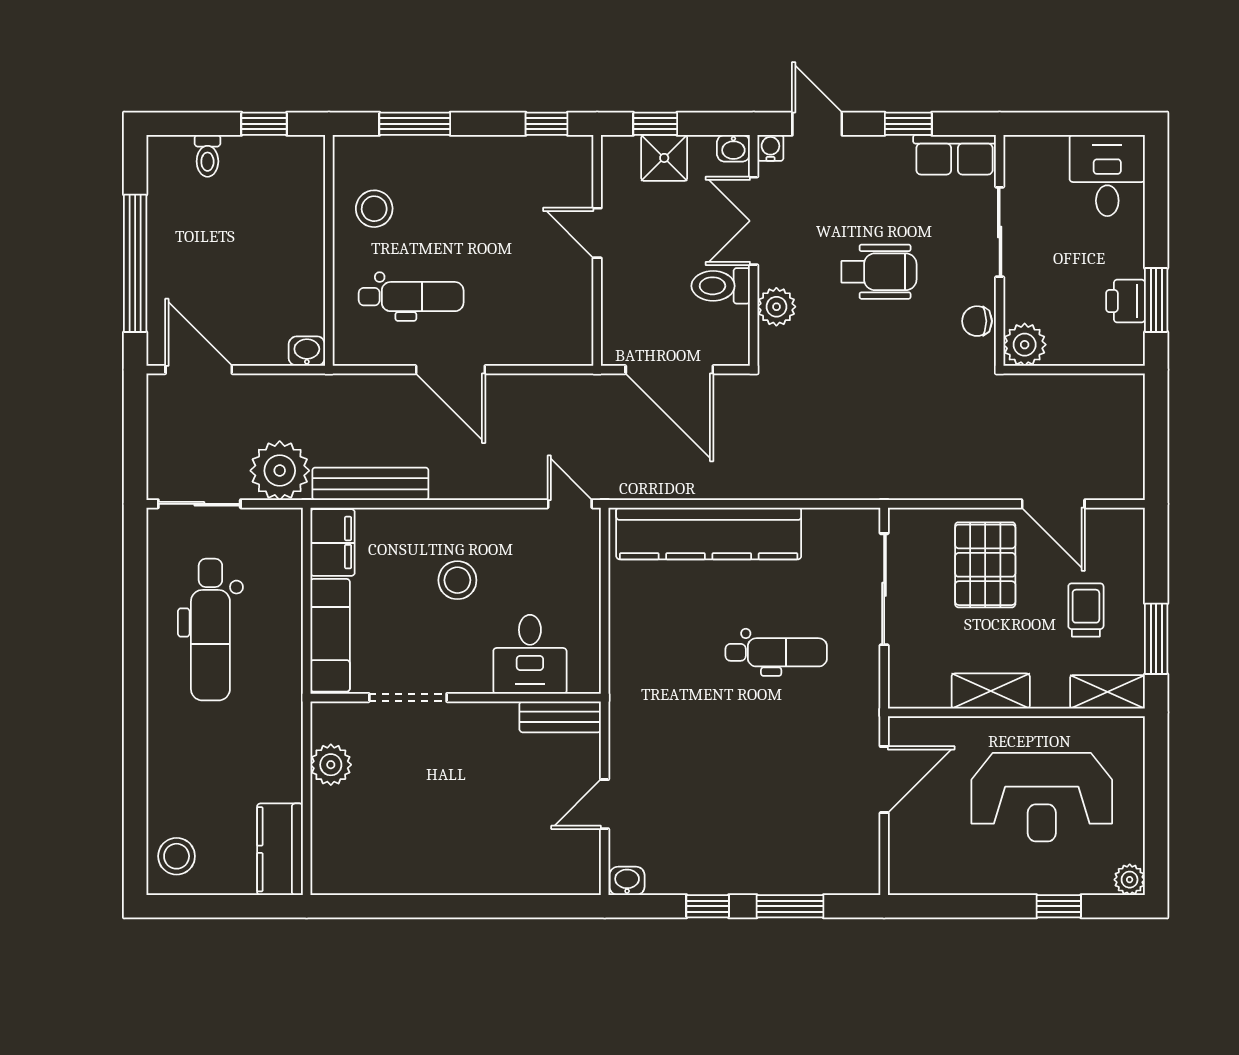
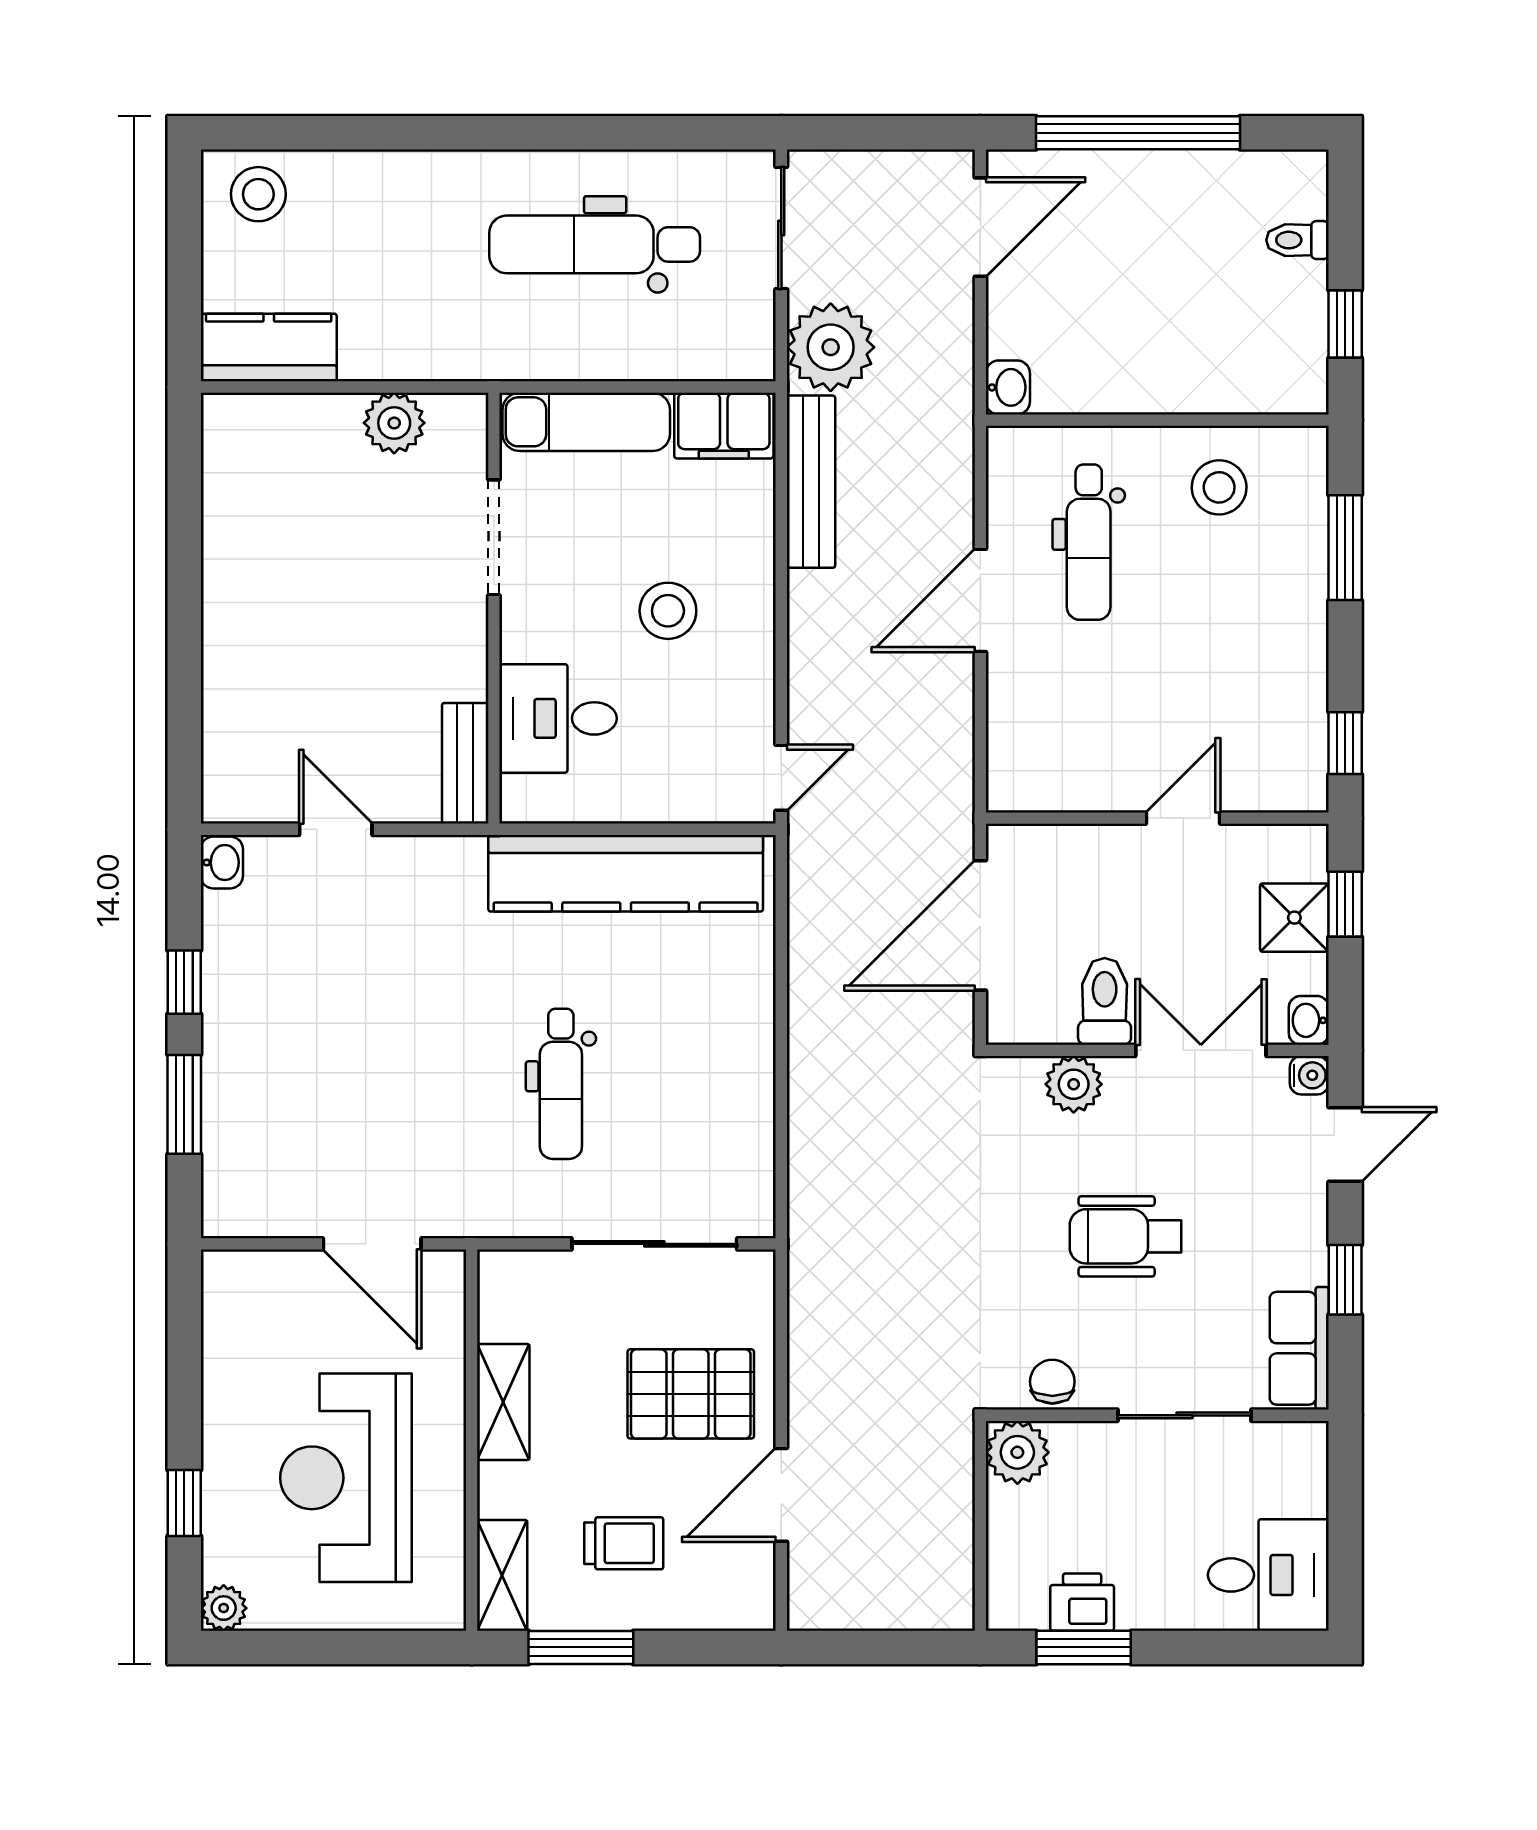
wheelchair: (879, 272) -> (1126, 1236), turned 90
kitchen counter: (709, 533) -> (626, 873), moved, turned -90

